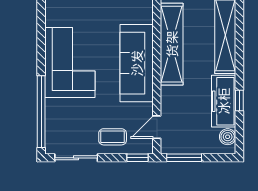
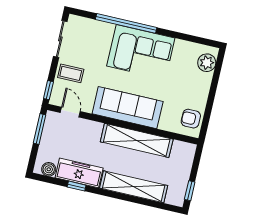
window: (41, 112) -> (126, 23), moved
coffee table: (113, 137) -> (71, 73), turned 90

